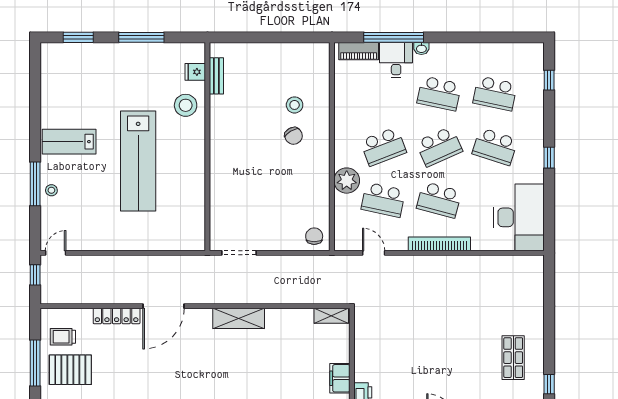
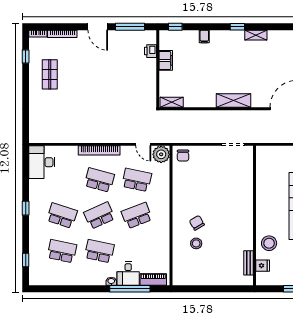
plant: (347, 181) -> (161, 154), moved
desk: (519, 217) -> (42, 162), width x0.73, depth x0.77

